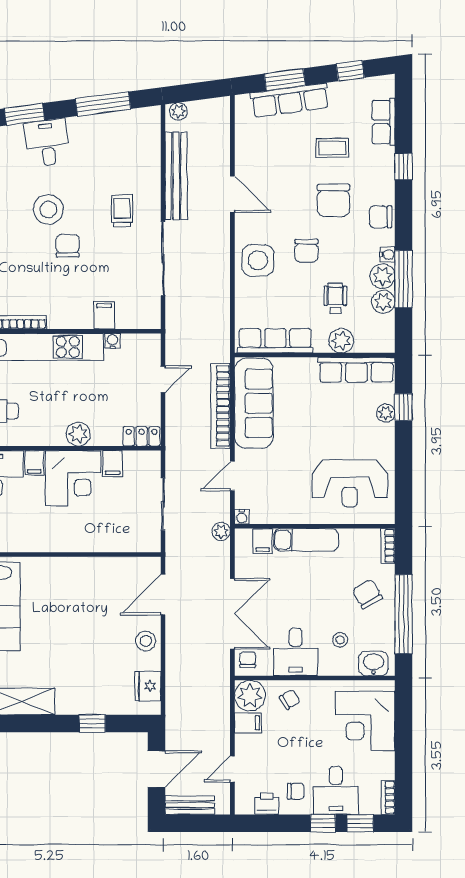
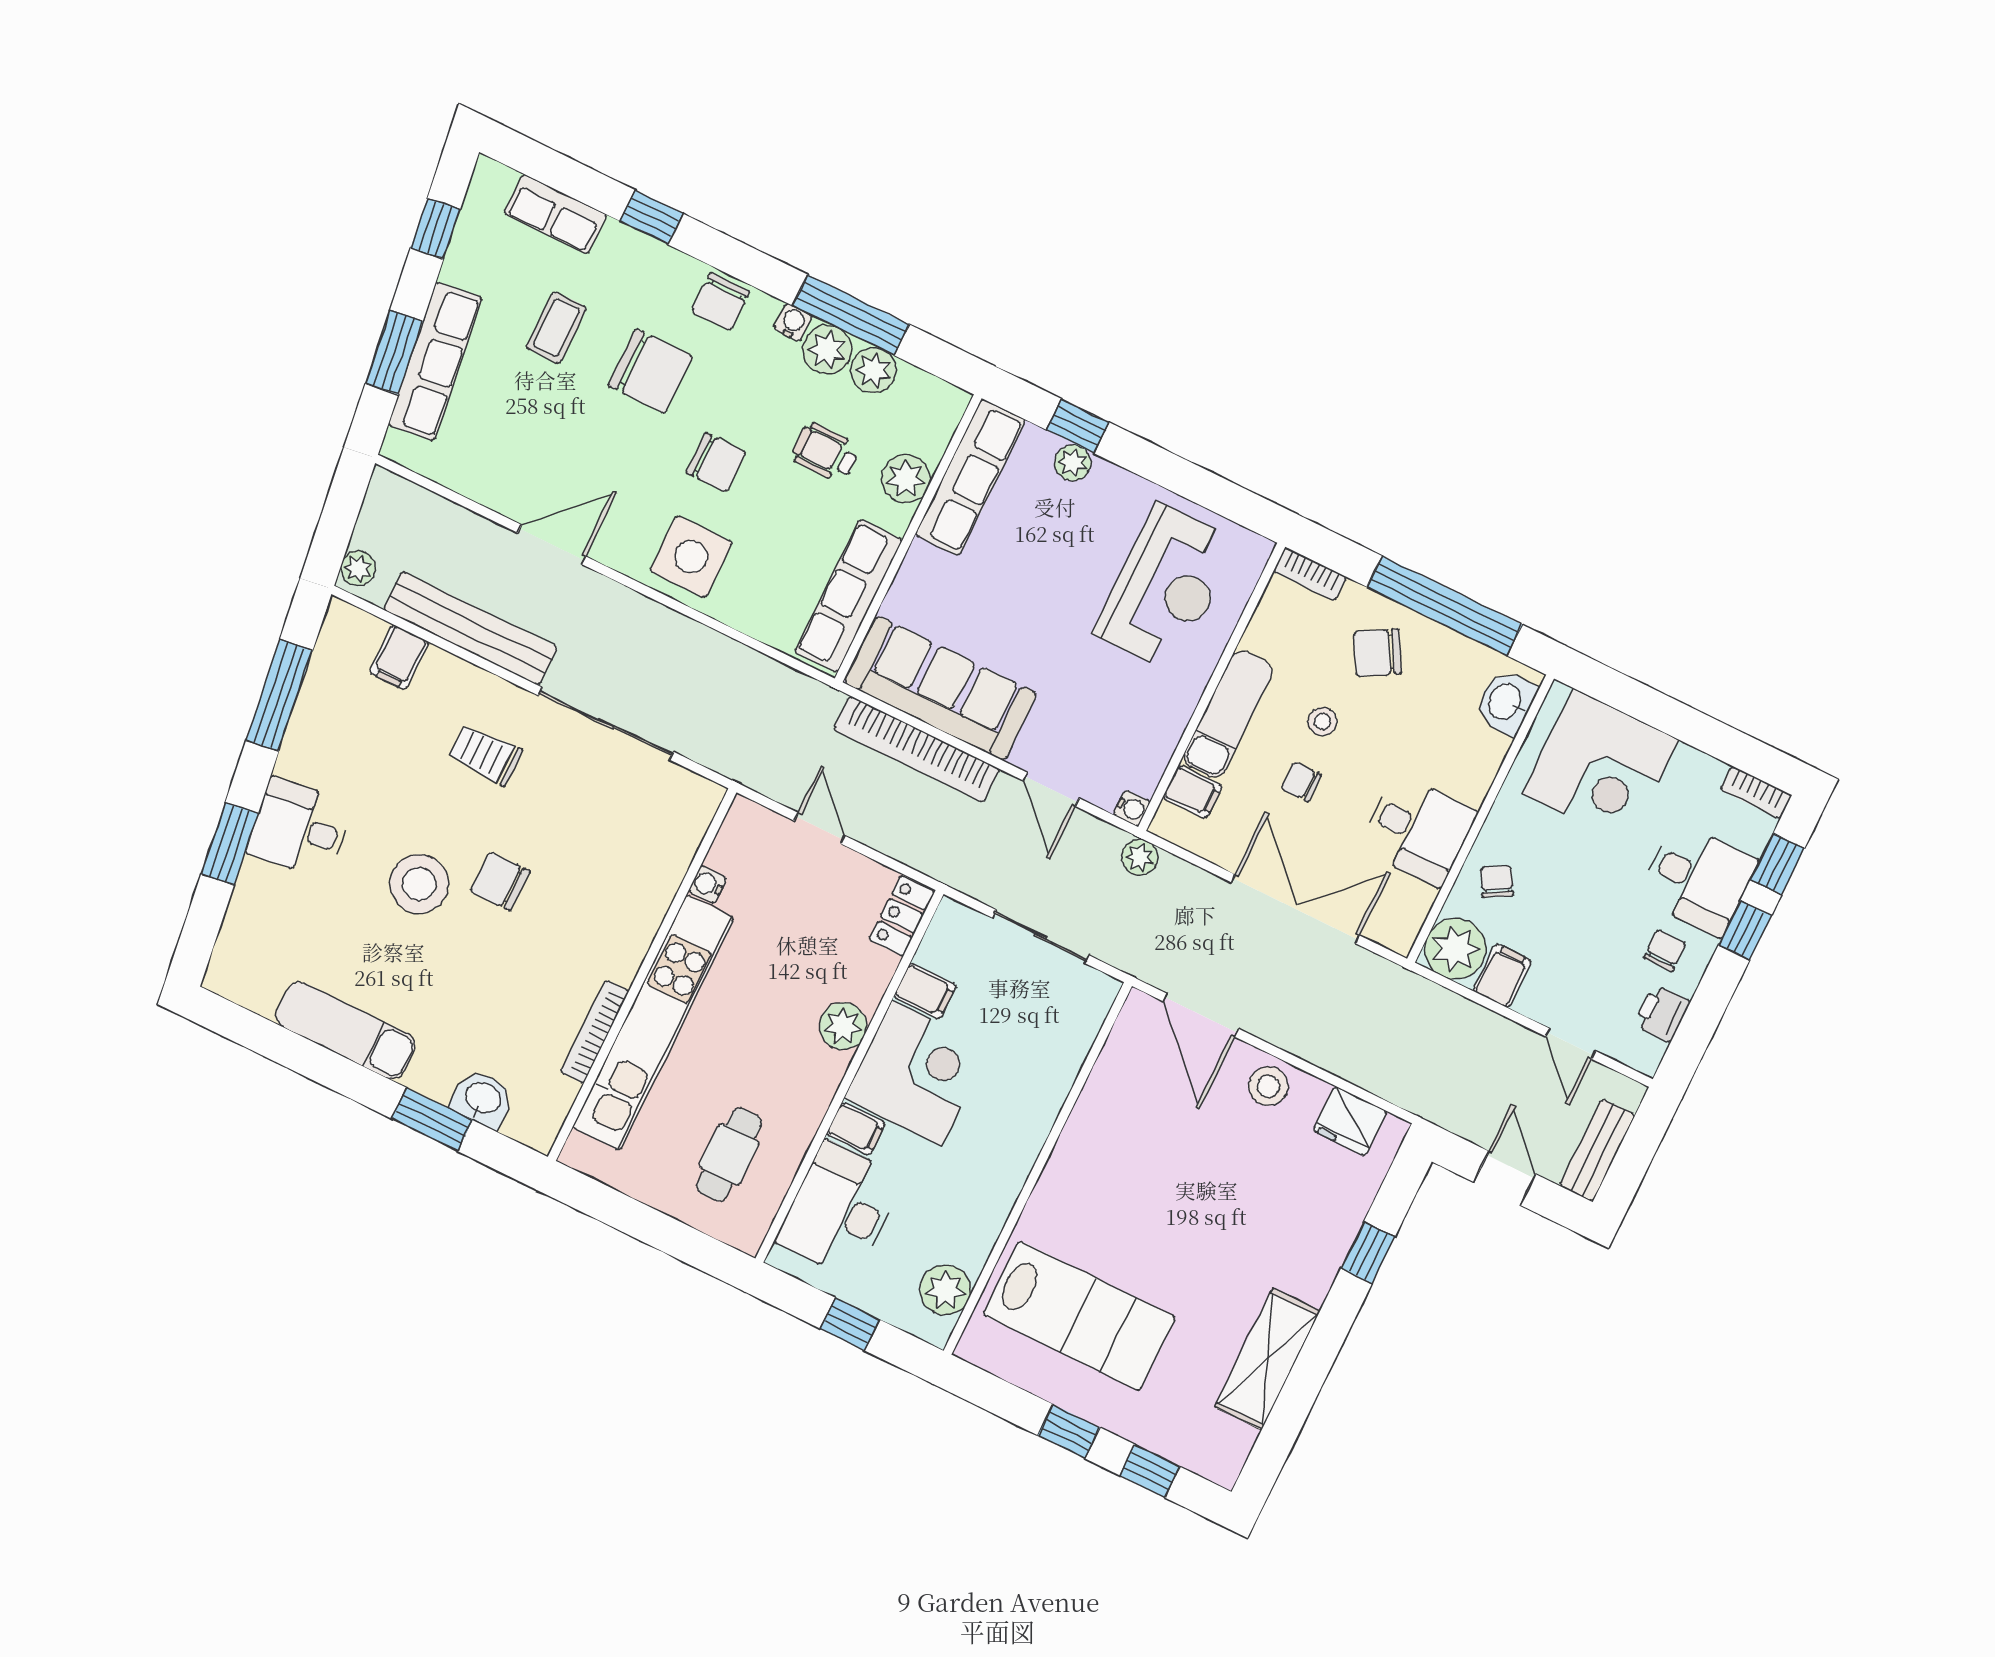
filing cabinet: (104, 315) -> (399, 657), moved, turned -90
stool: (340, 640) -> (1323, 721), moved
chair: (248, 660) -> (1301, 782), moved
door: (157, 769) -> (1505, 1178), width x0.73

